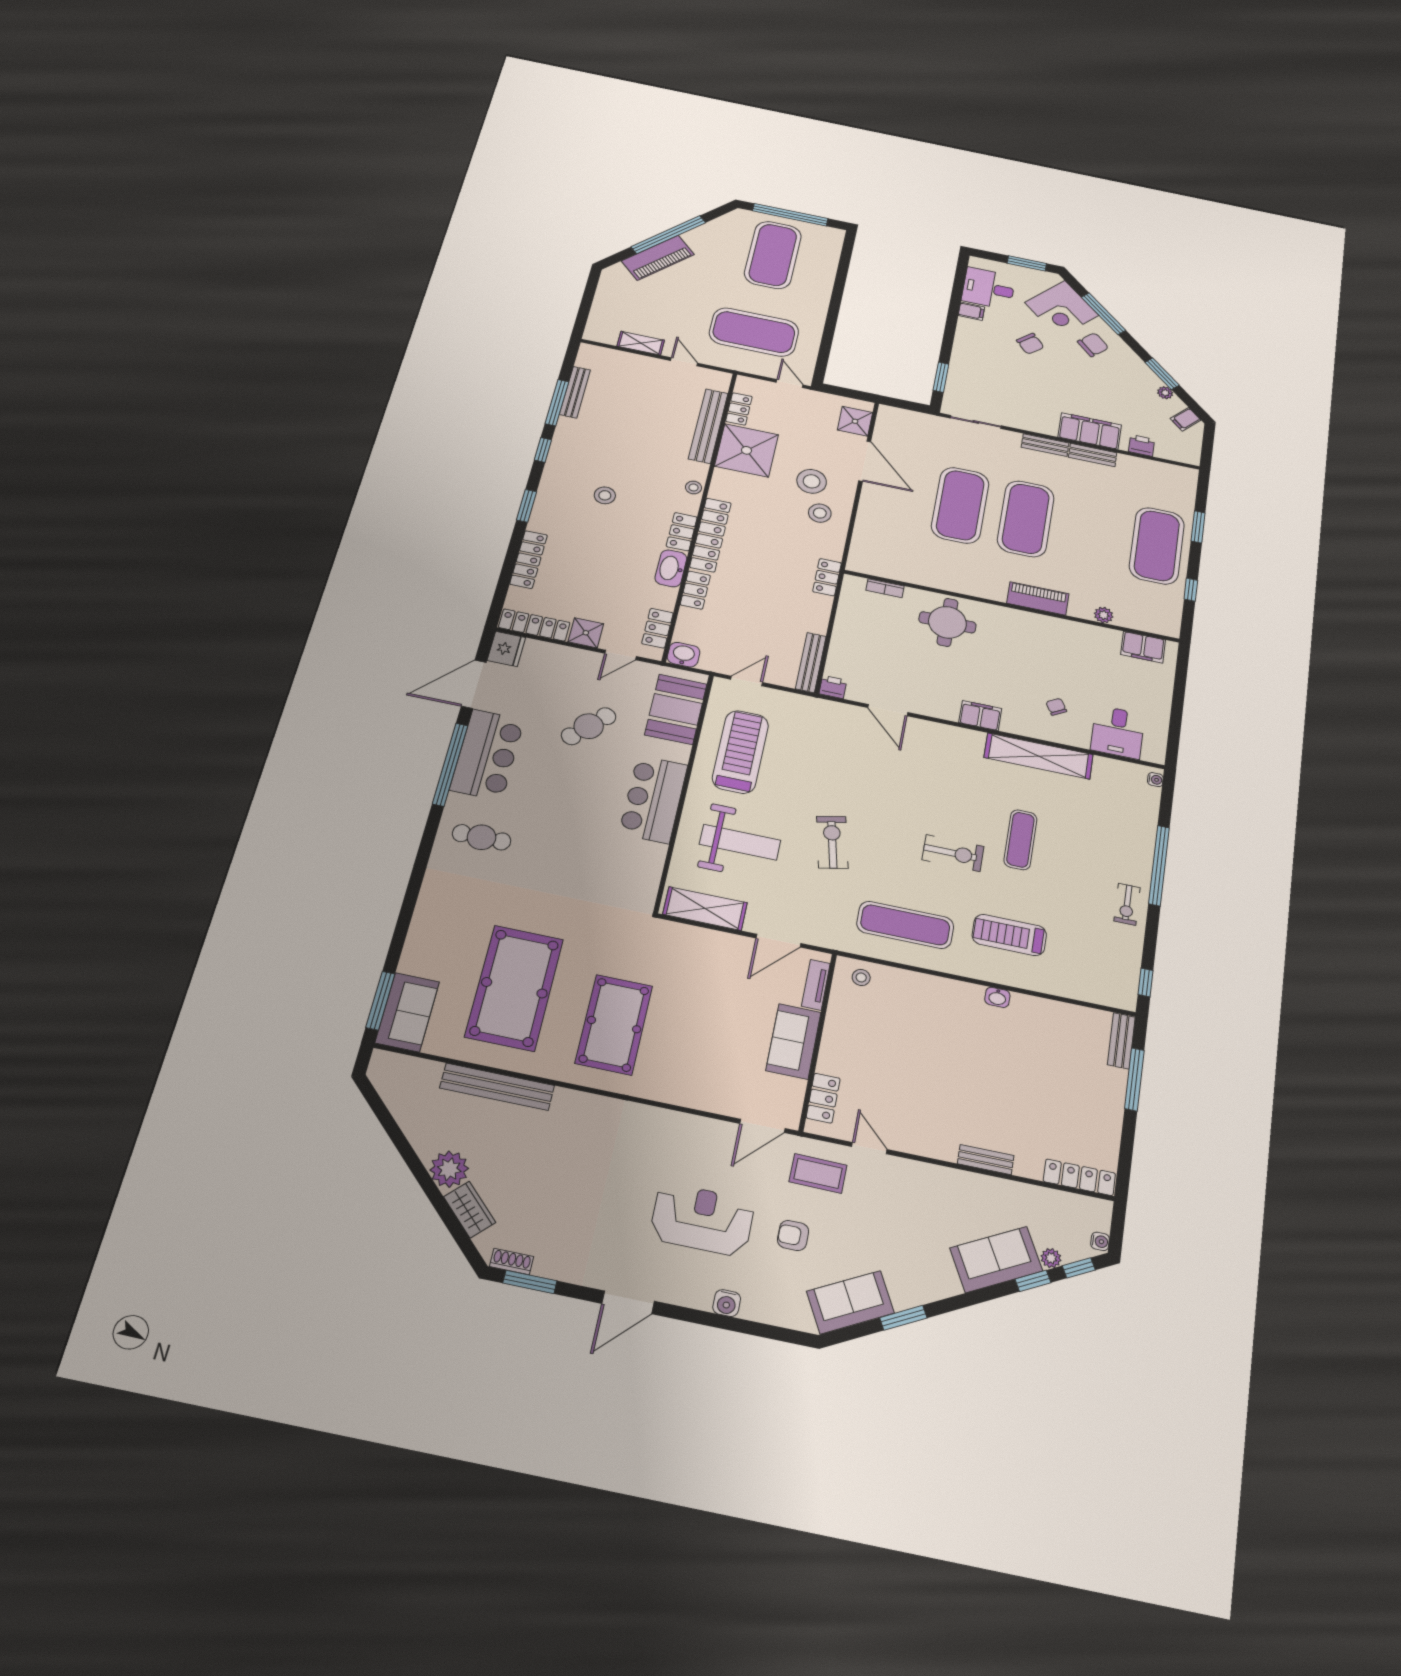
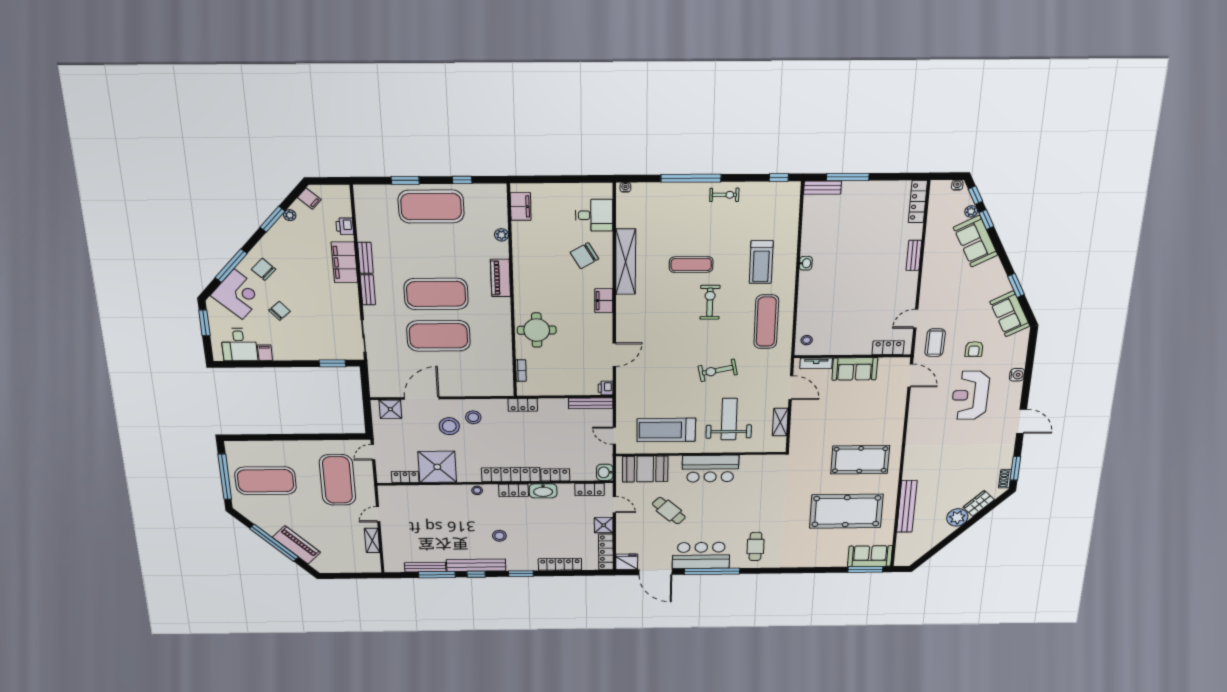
bench: (708, 426) -> (476, 565), moved
chair: (1056, 707) -> (584, 256), width x1.87, depth x1.87
shelving: (705, 908) -> (780, 422), width x0.67, depth x0.75

